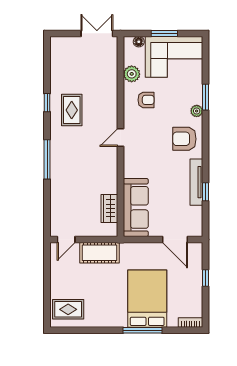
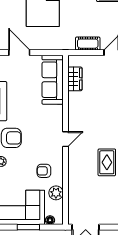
cot: (99, 253) -> (88, 44), width x0.73, depth x0.75

